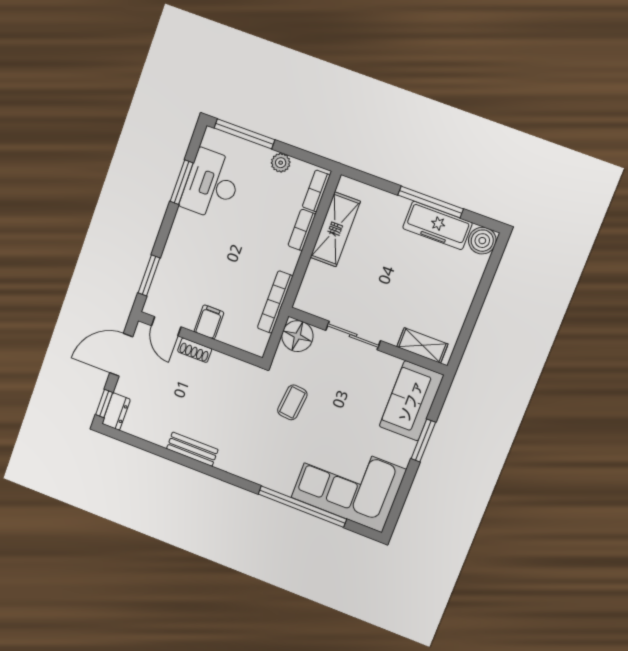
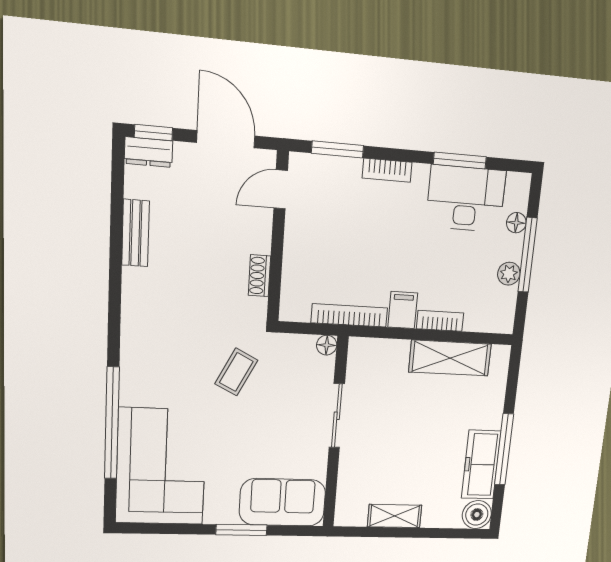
window: (244, 134) -> (528, 255), moved
floor lamp: (242, 147) -> (516, 223), added
bookcase: (316, 191) -> (387, 170), moved, turned 180
filing cabinet: (209, 322) -> (403, 310), moved, turned -90
floor lamp: (297, 336) -> (327, 345), width x0.53, depth x0.53
shelving: (422, 345) -> (395, 516), moved, turned 90
shoe rack: (195, 350) -> (259, 276), moved
coffee table: (292, 402) -> (236, 372), turned -69
bench: (192, 449) -> (135, 233), moved

